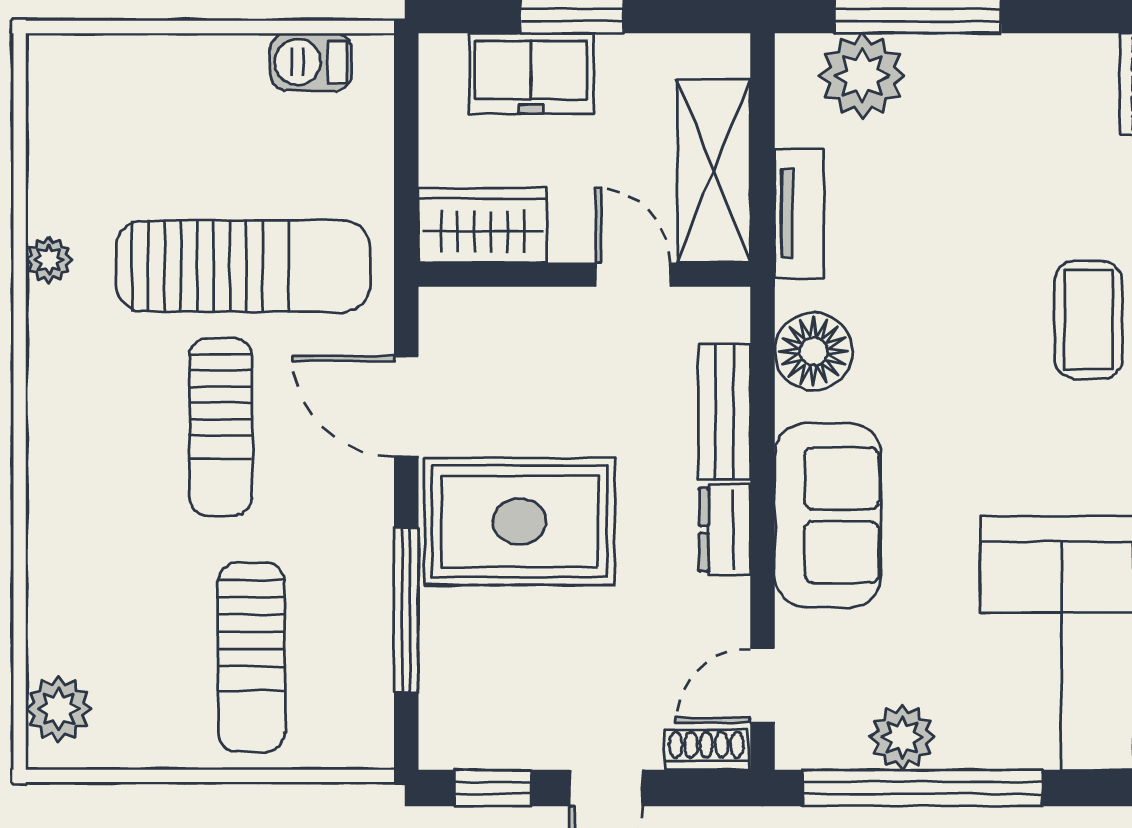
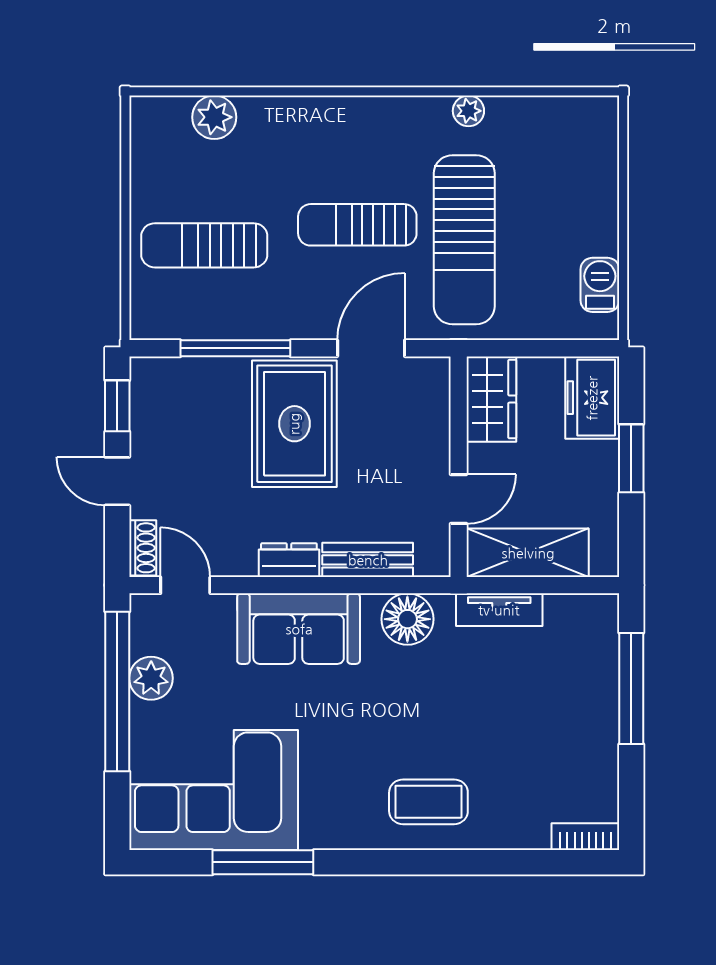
freezer: (531, 73) -> (592, 398), moved
plant: (862, 76) -> (591, 651), removed
plant: (59, 709) -> (214, 117), moved

